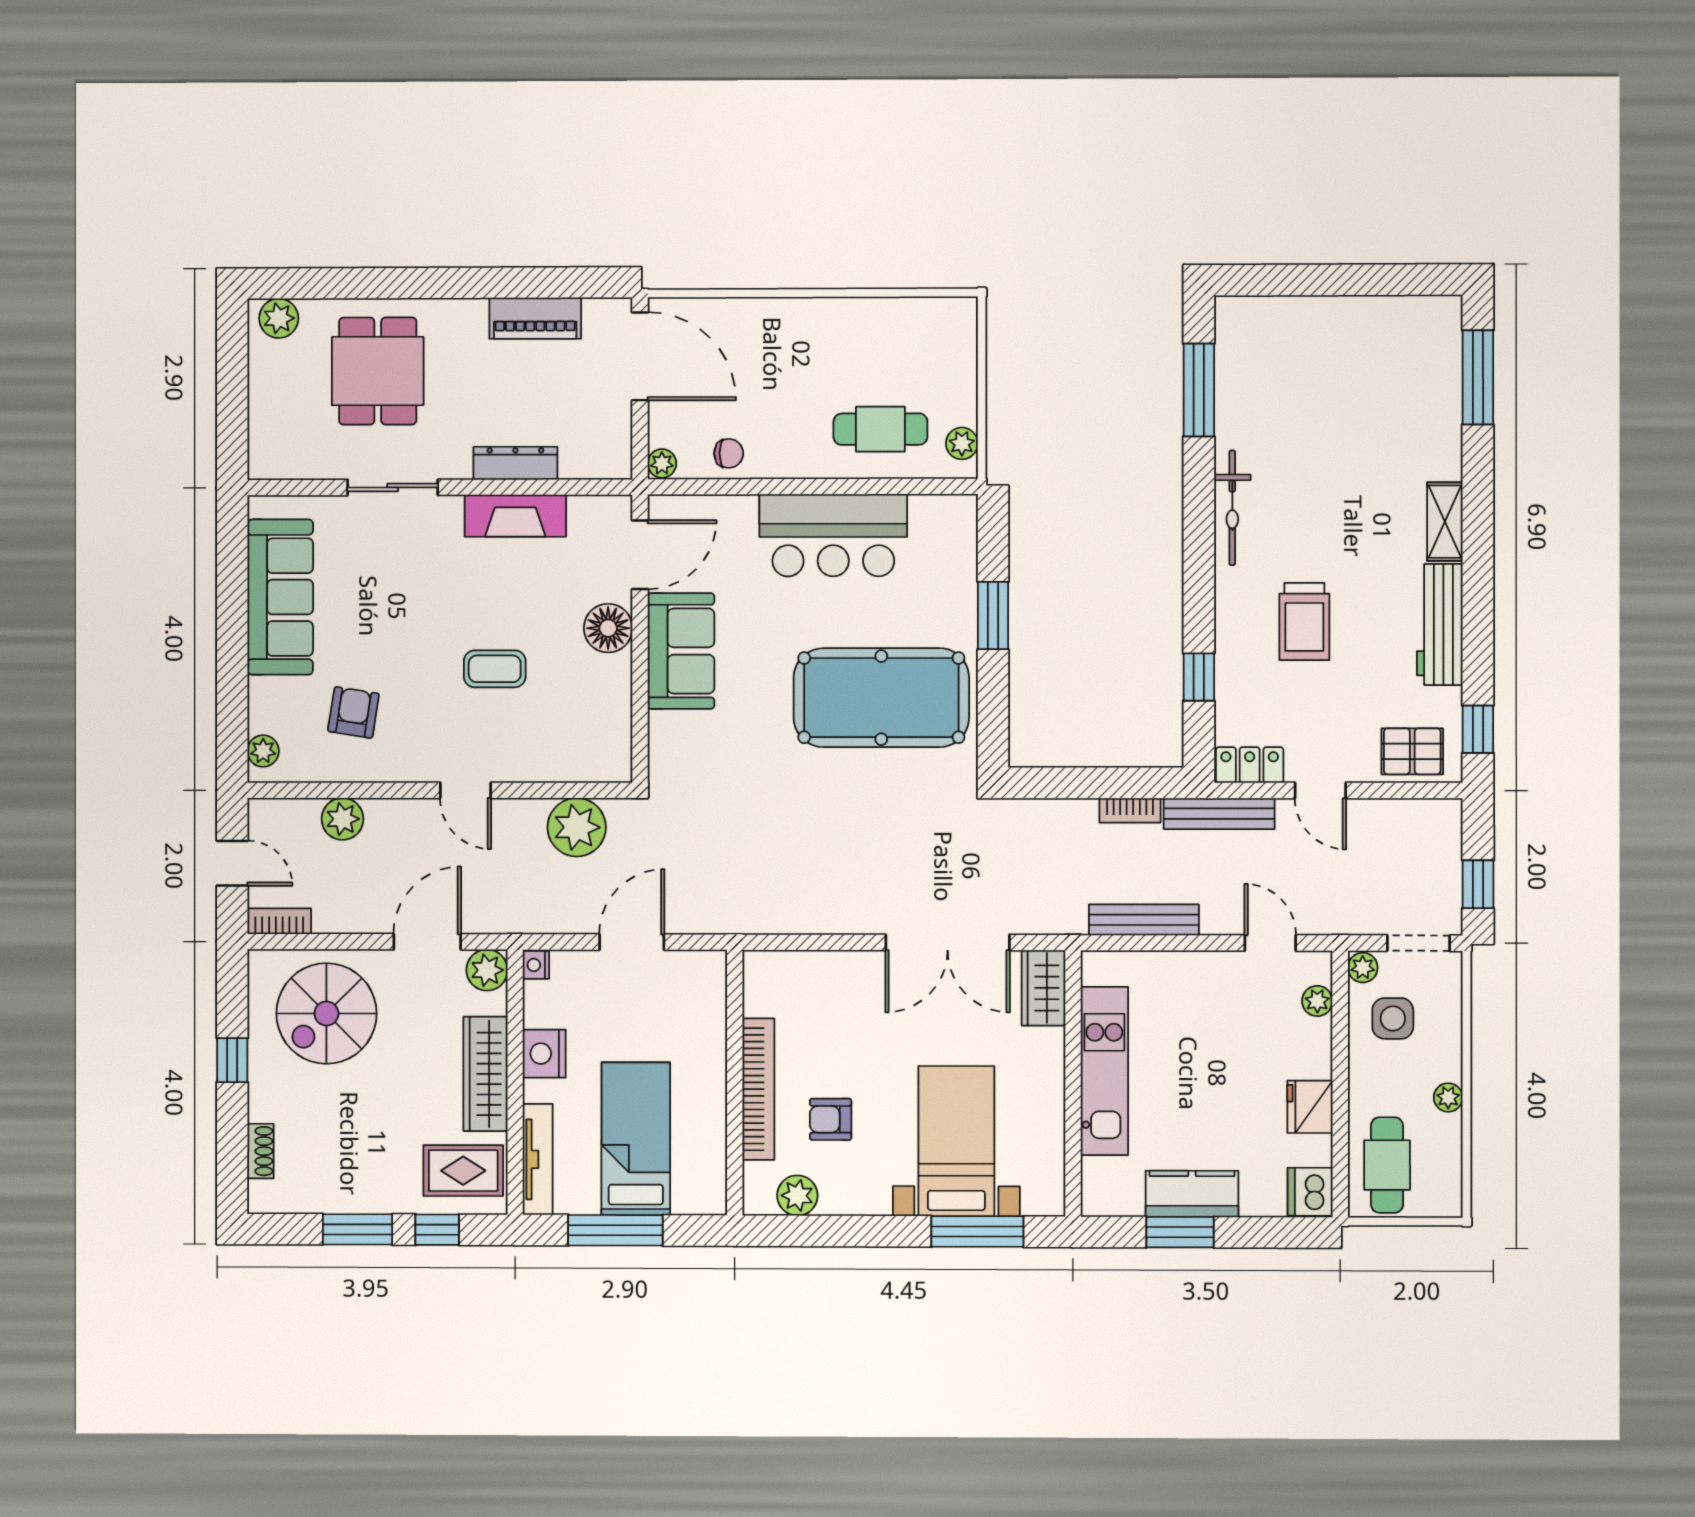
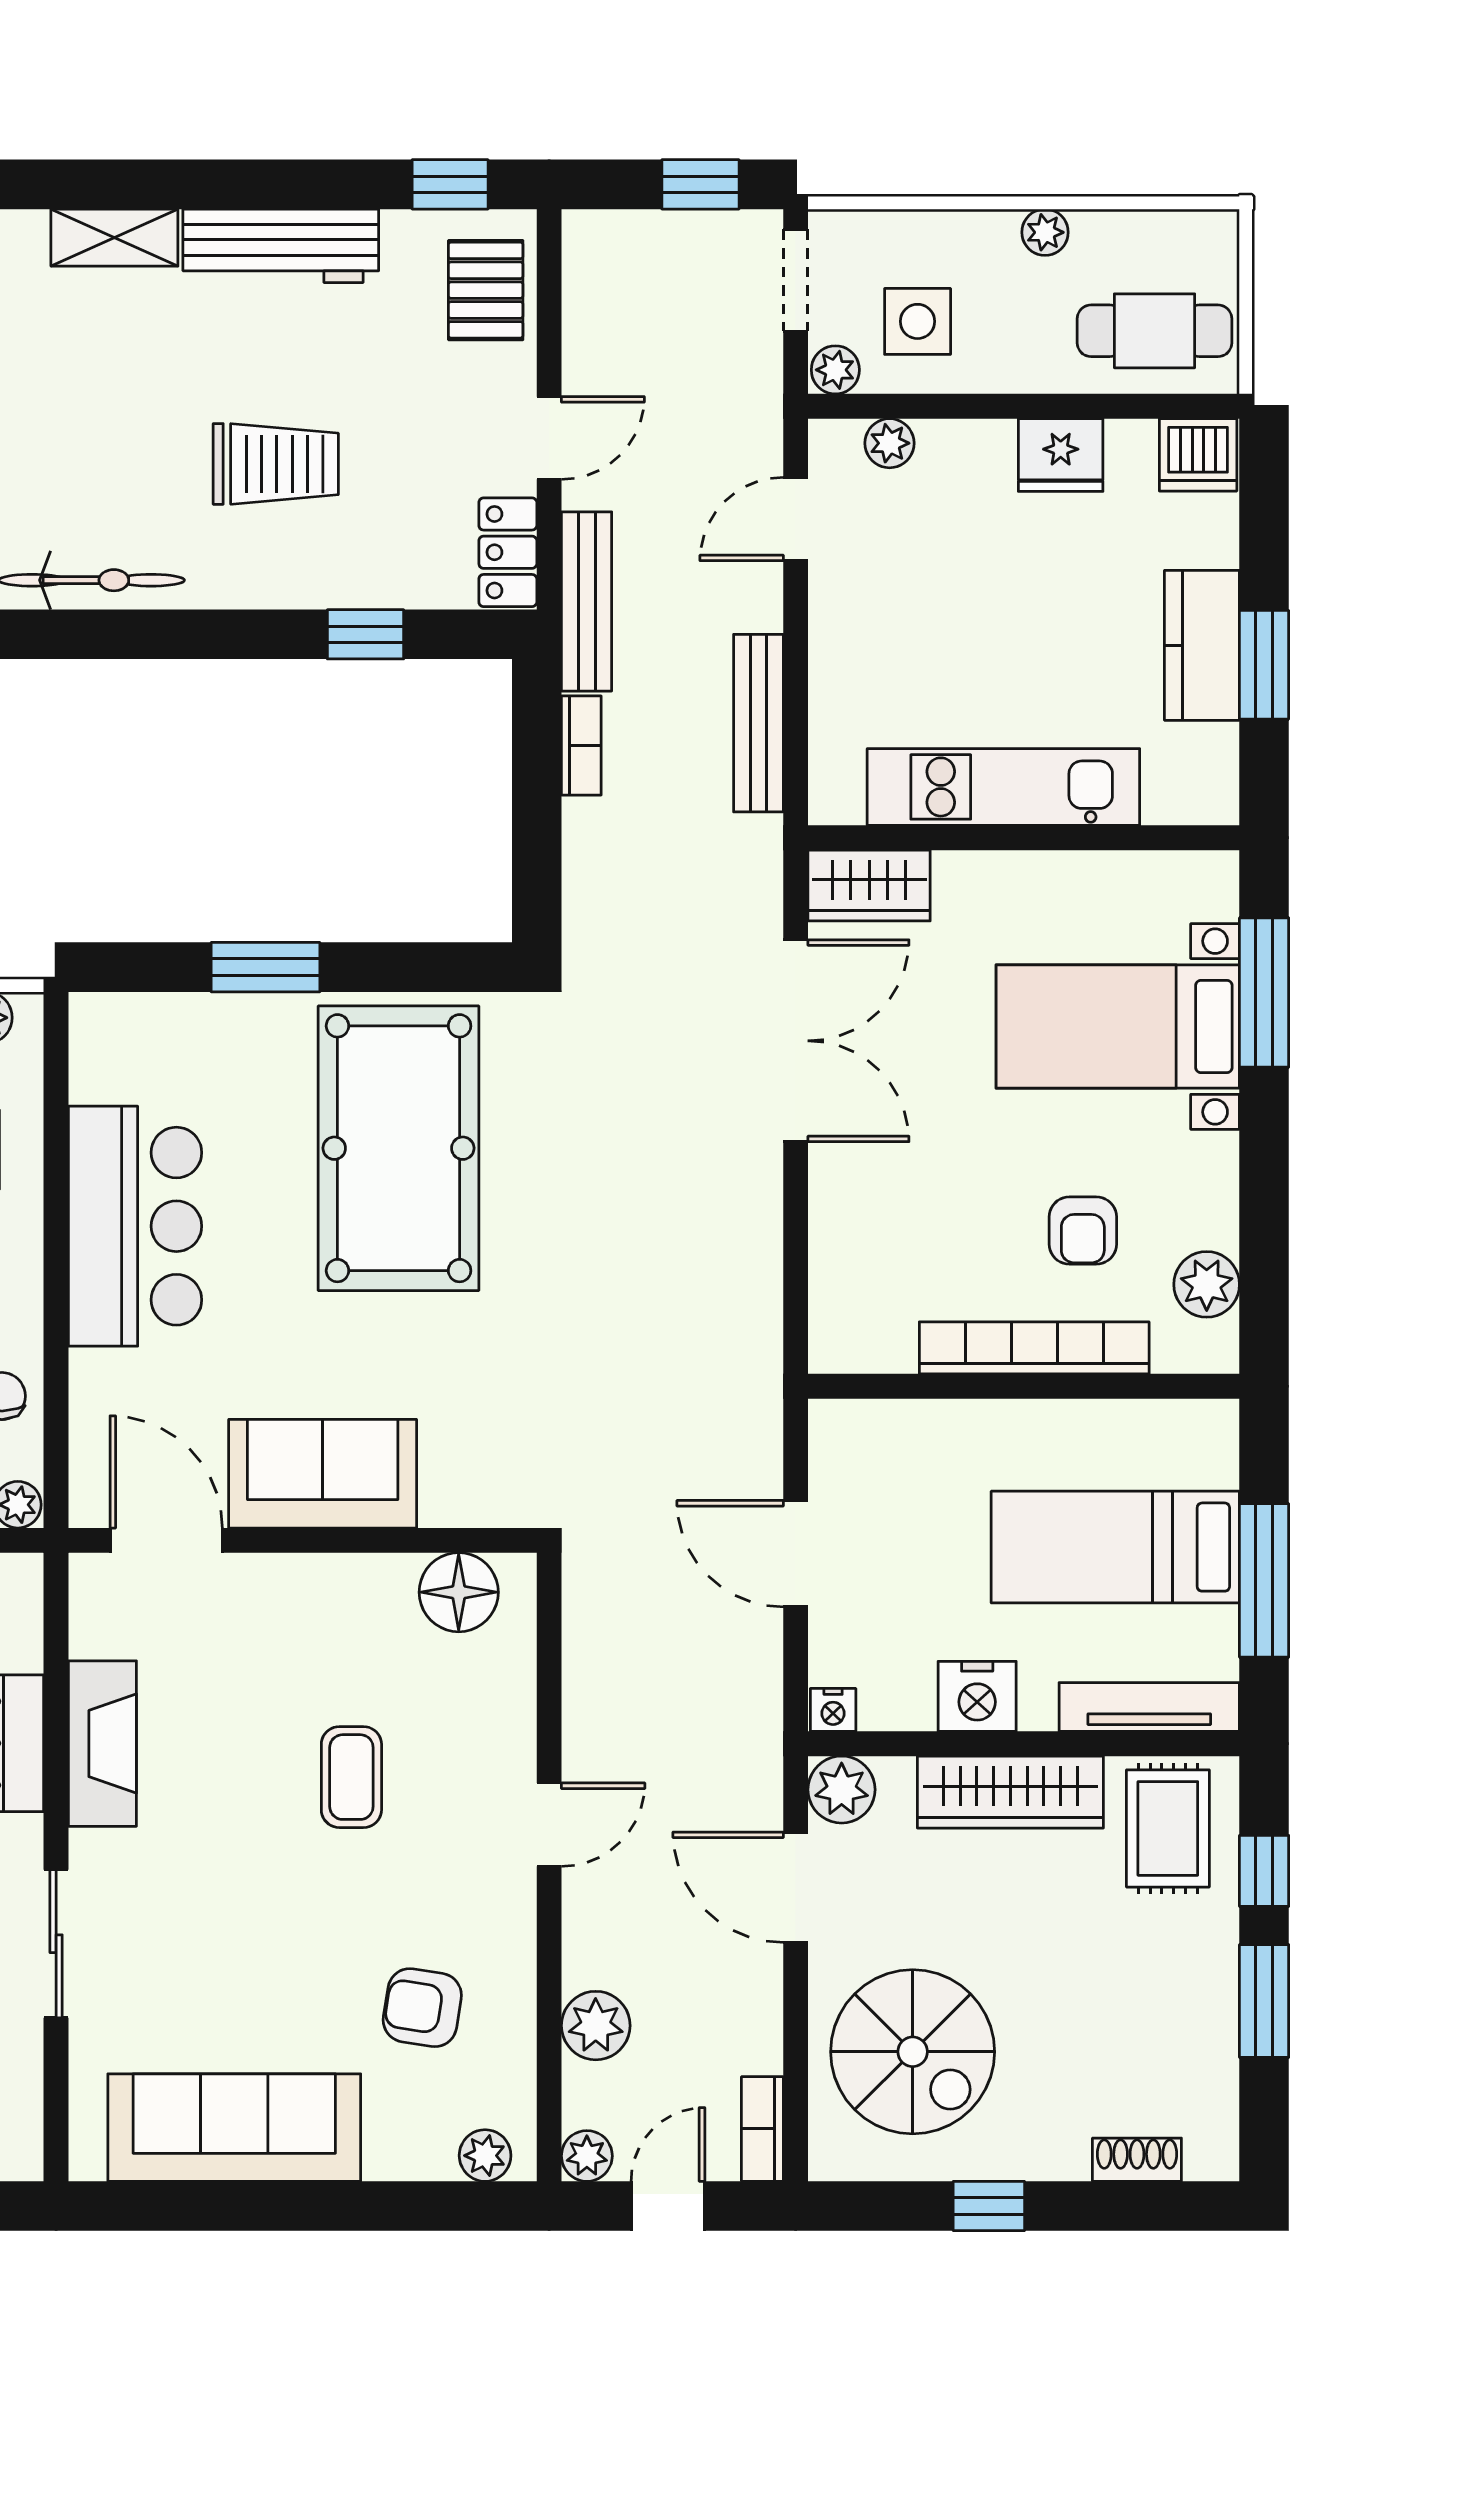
floor lamp: (608, 628) -> (459, 1592), moved
plant: (577, 827) -> (587, 2156), moved, width x0.53, depth x0.53

